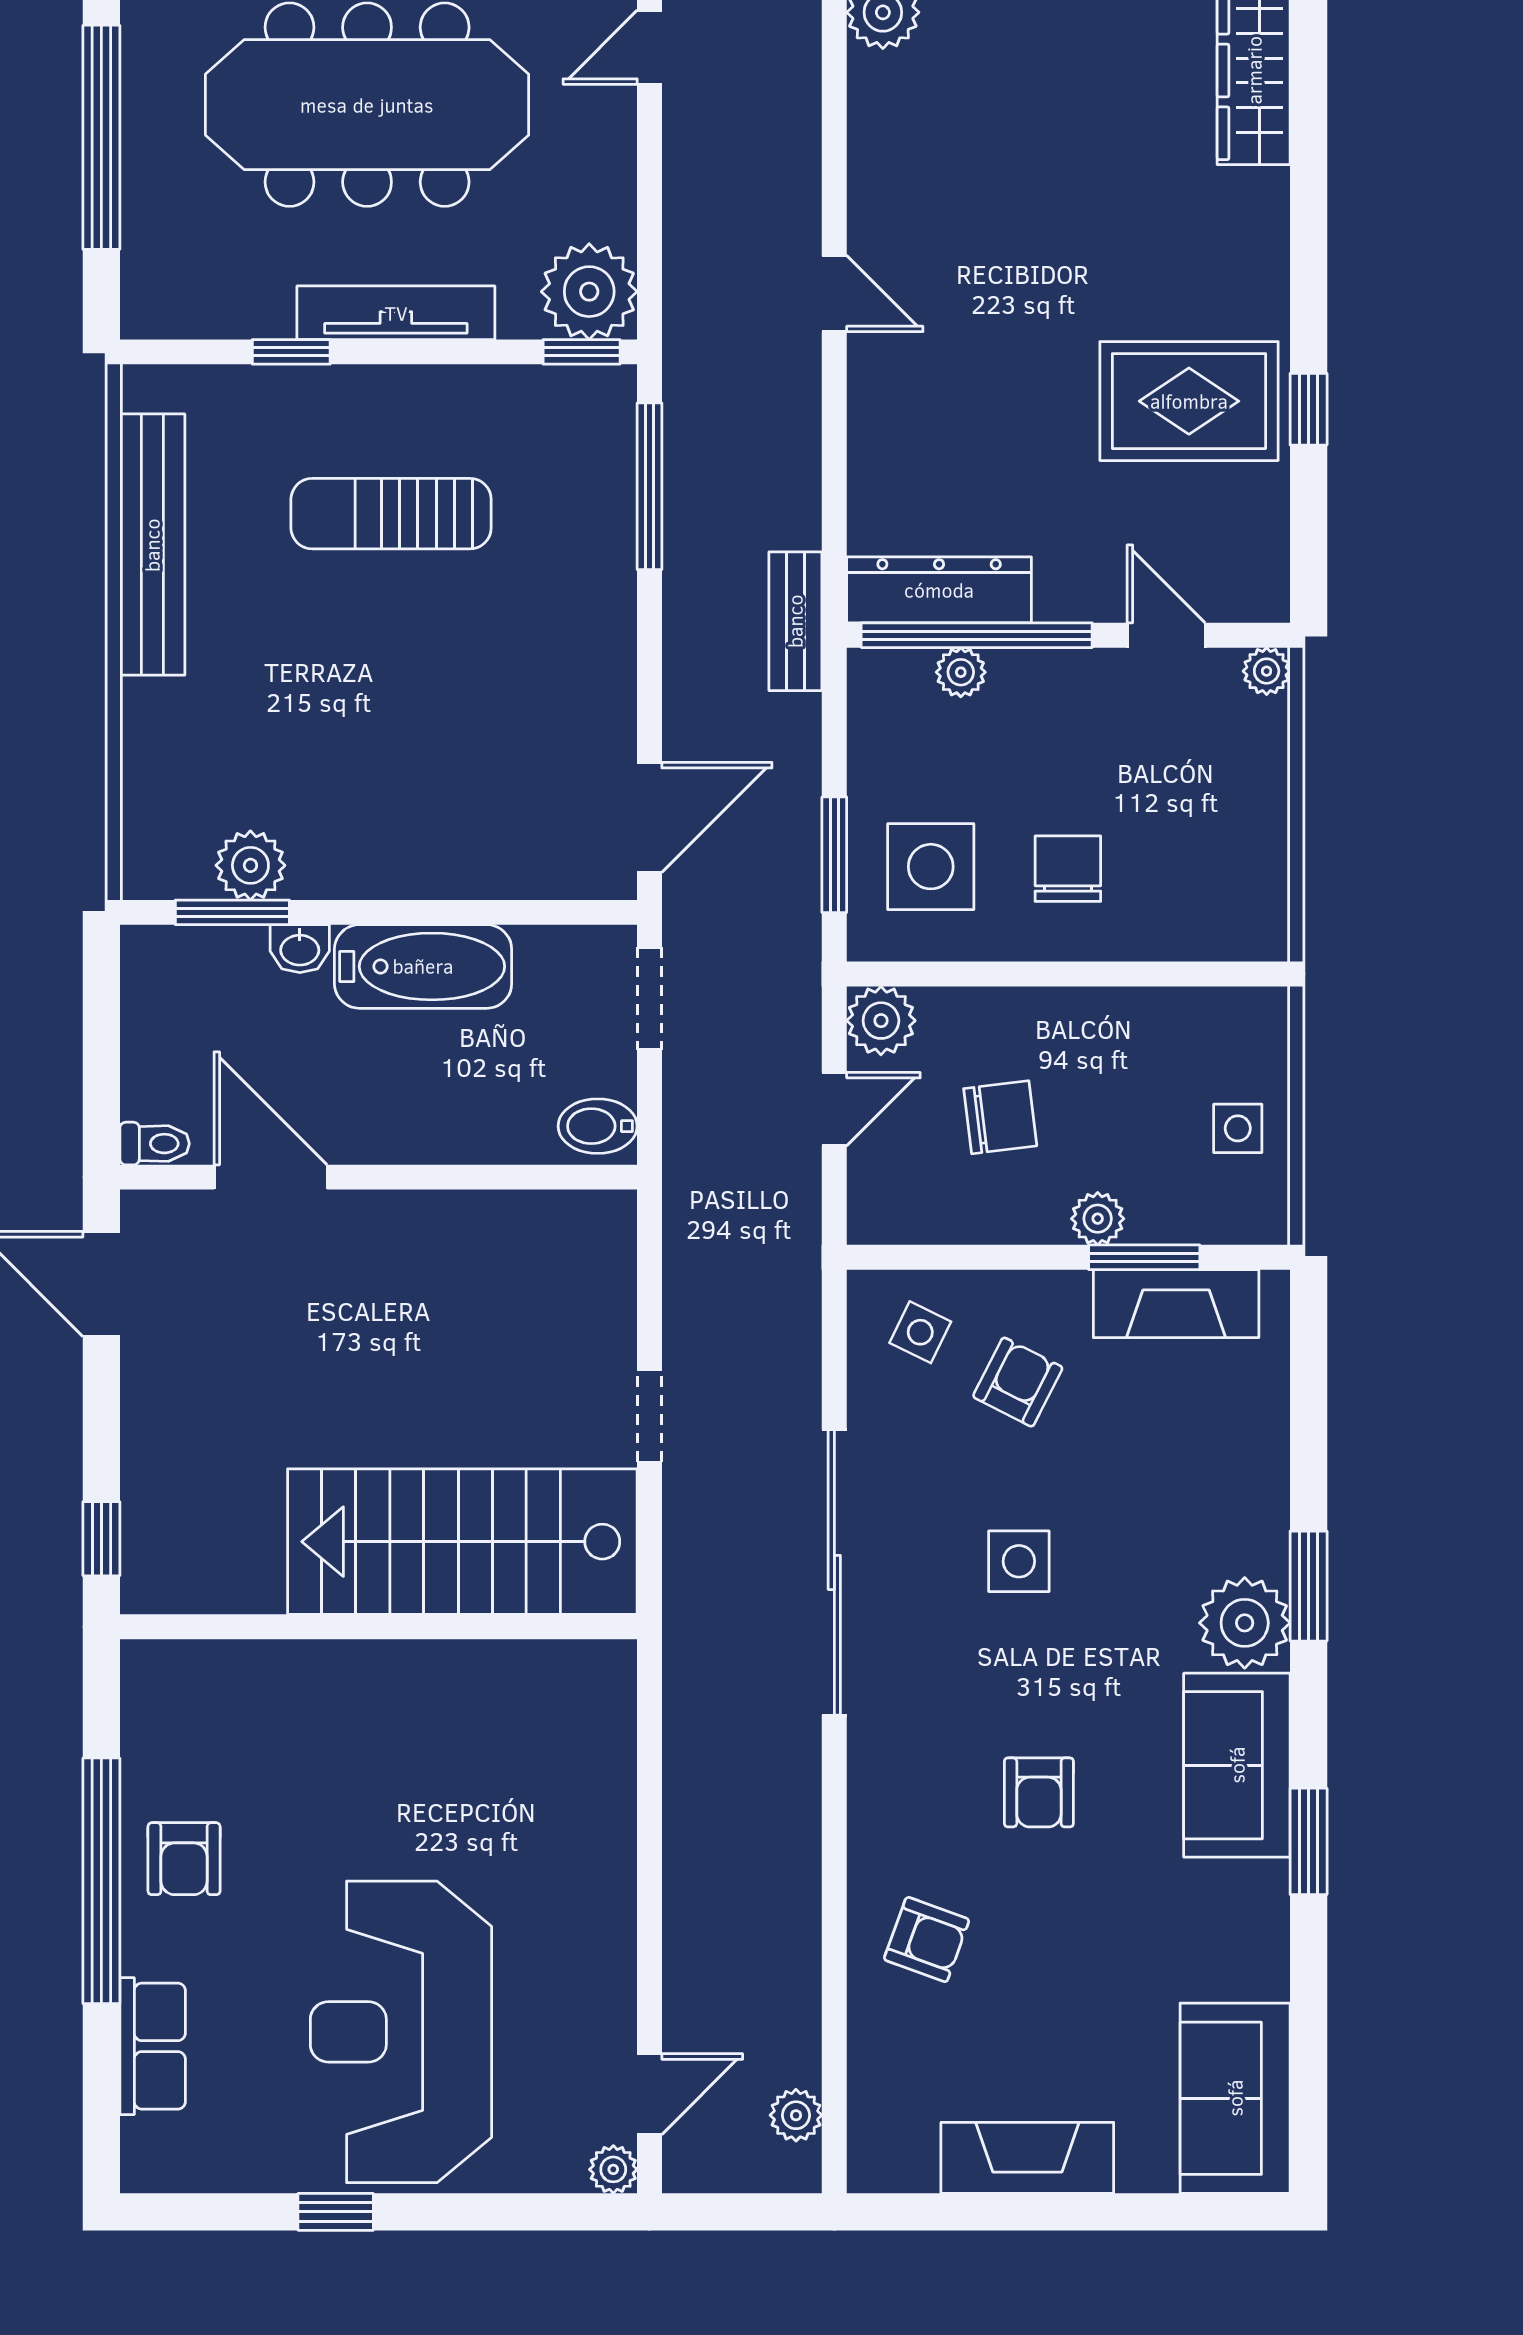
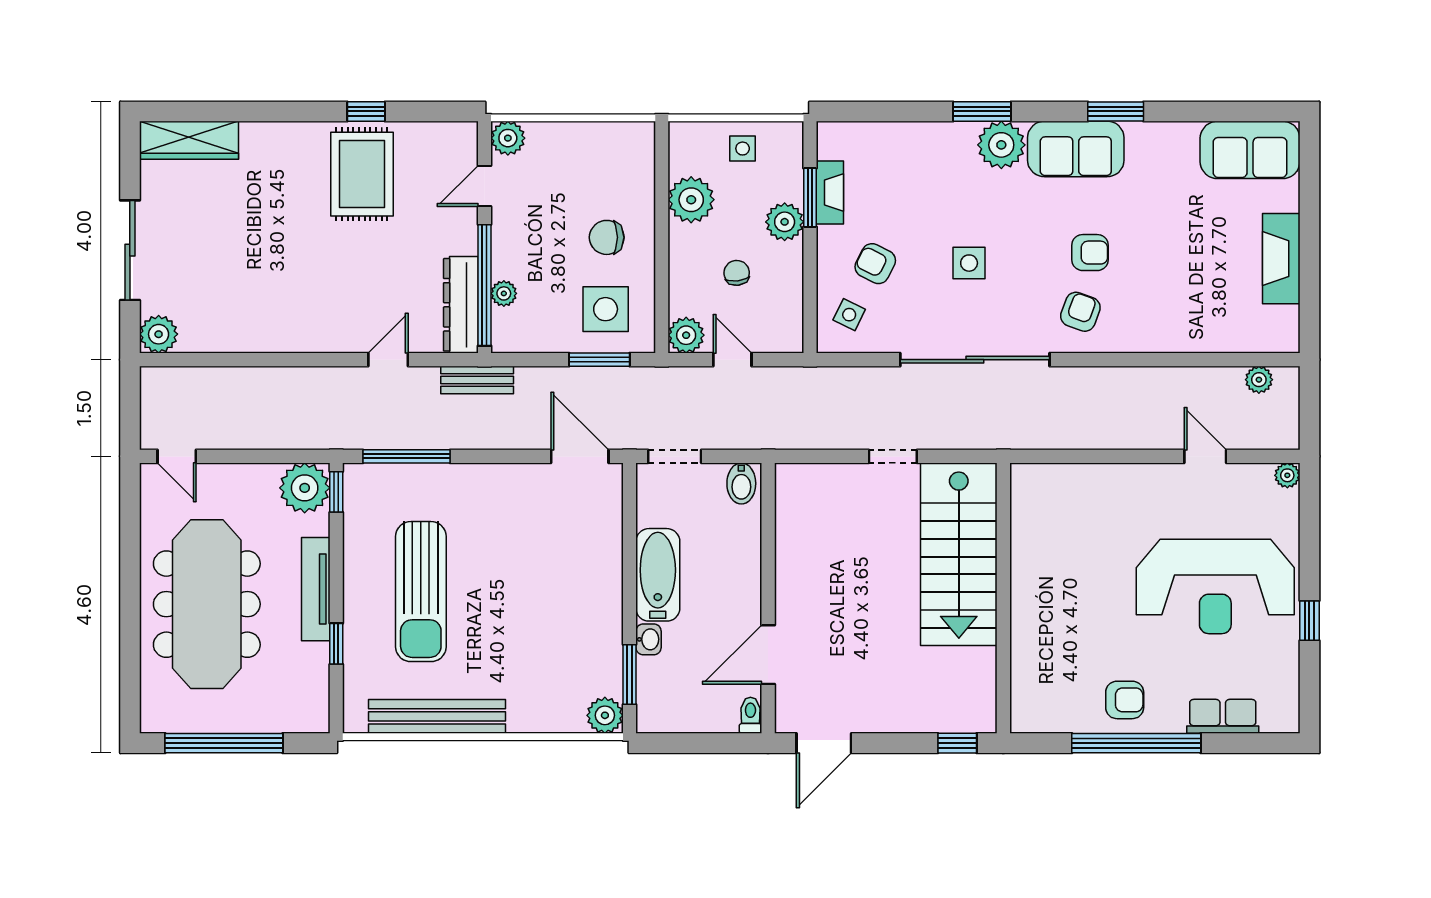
door: (834, 294) -> (388, 360), moved
sun lounger: (391, 514) -> (421, 592), width x1.36, depth x1.34
plant: (1267, 671) -> (508, 138), width x1.38, depth x1.38
plant: (250, 865) -> (605, 715), moved
plant: (1140, 1030) -> (691, 200), added
chair: (1000, 1117) -> (737, 273), width x0.73, depth x0.73
plant: (1098, 1219) -> (785, 222), width x1.38, depth x1.38
fireplace: (1176, 1304) -> (830, 192), width x0.73, depth x0.76
armchair: (927, 1940) -> (1080, 312), moved
door: (650, 2094) -> (1205, 456), moved

